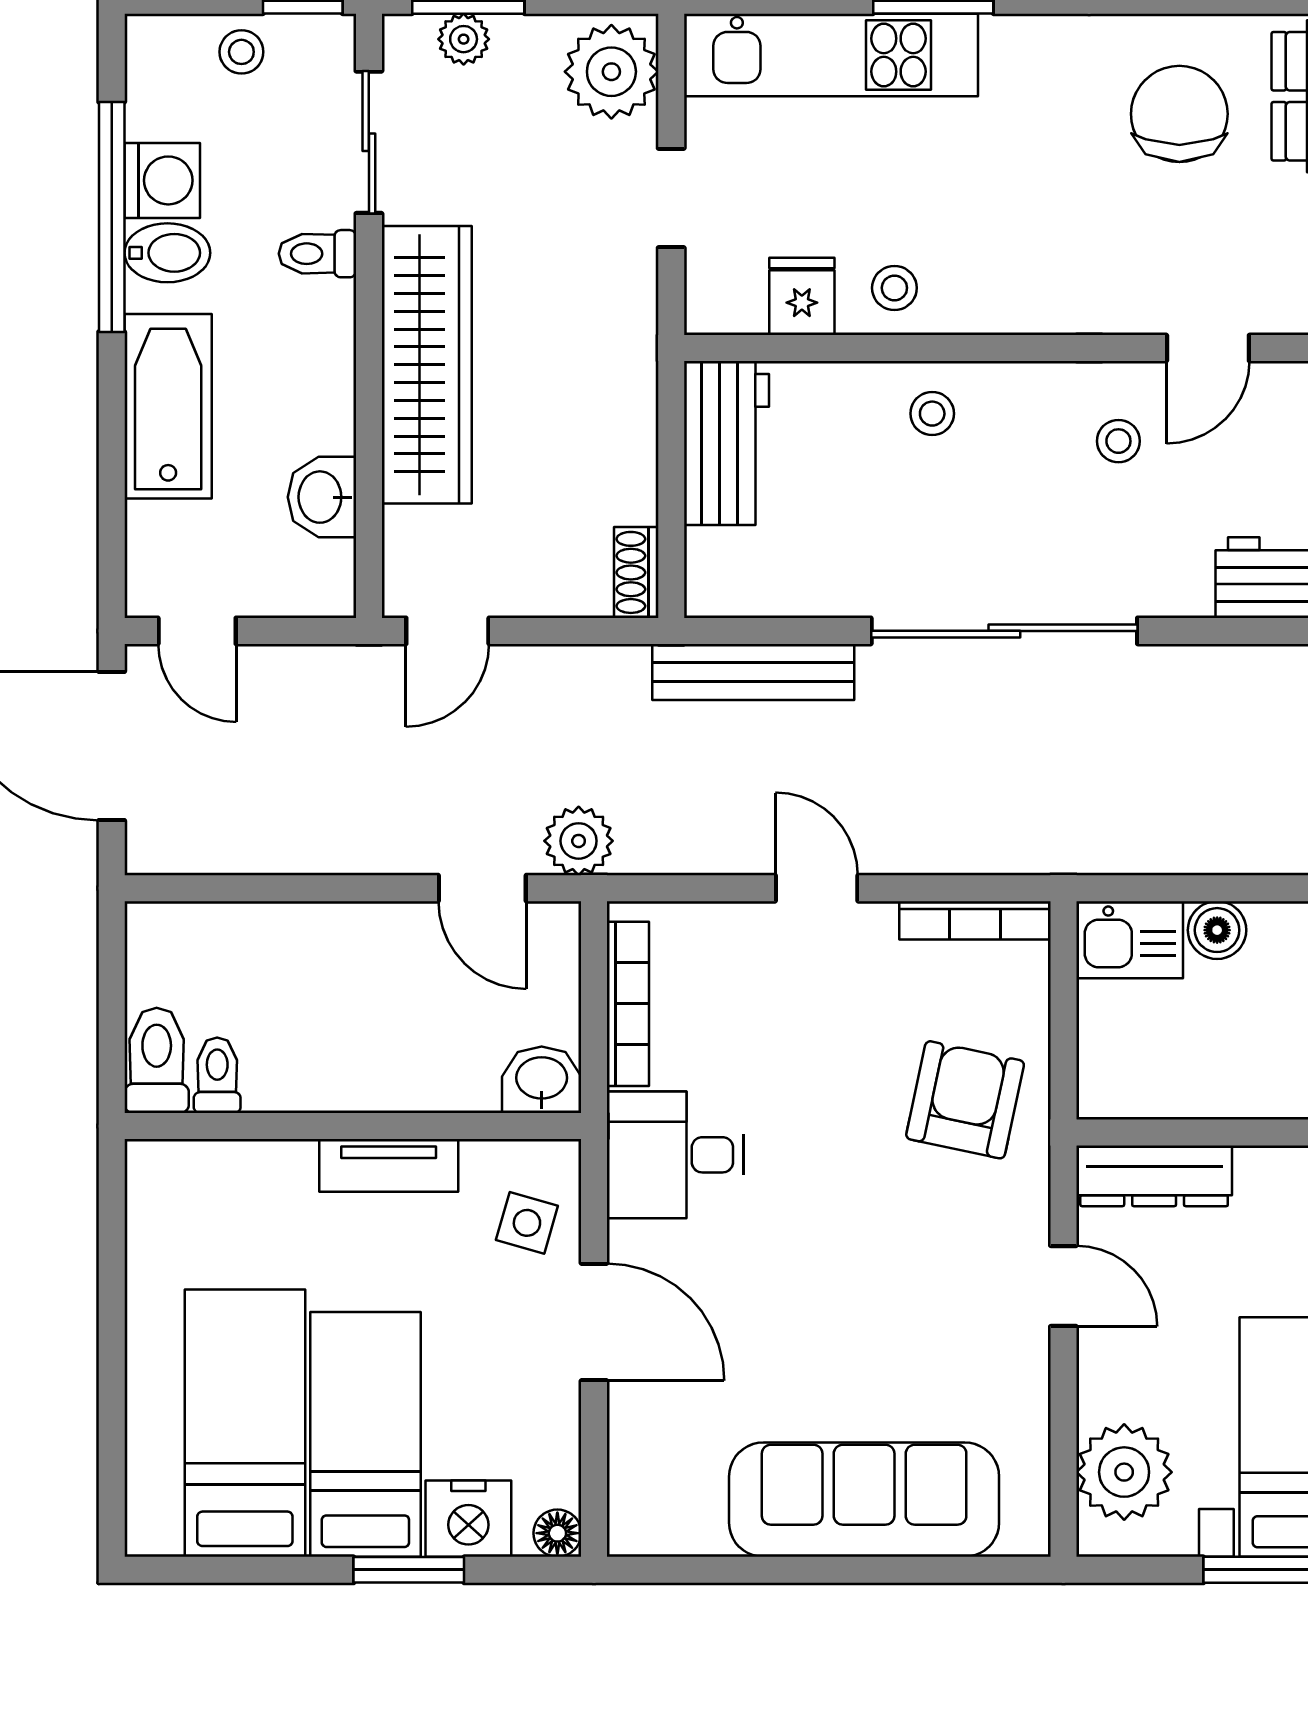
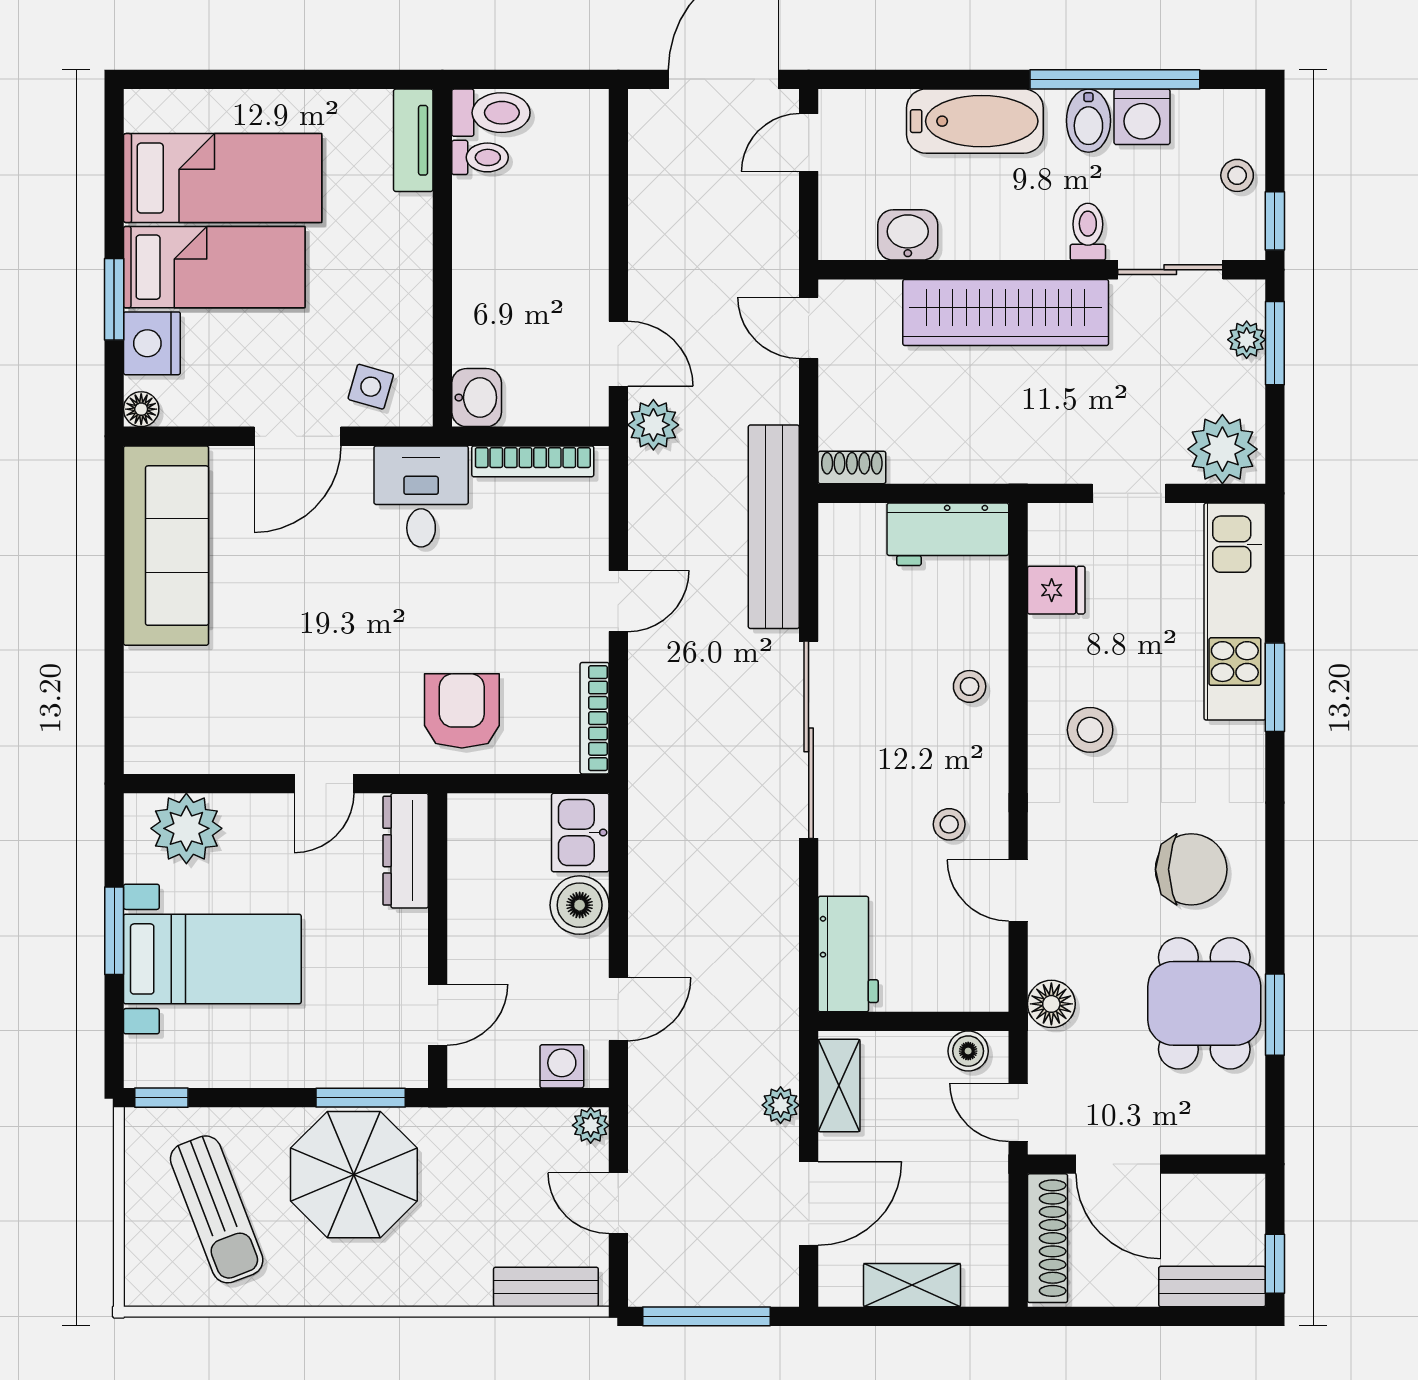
stool: (894, 288) -> (1090, 730), moved, width x1.37, depth x1.37
bench: (753, 672) -> (774, 527), width x1.37, depth x1.21
door: (482, 888) -> (618, 354), swing flipped
boiler: (1217, 930) -> (580, 905), width x1.36, depth x1.36
armchair: (965, 1100) -> (462, 711), turned -102
tv unit: (389, 1165) -> (413, 140), moved
sofa: (864, 1500) -> (166, 546), moved

